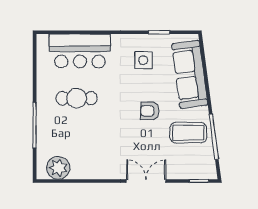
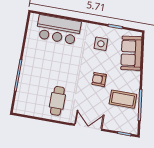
sofa: (190, 74) -> (131, 53), width x0.73
cafe table: (77, 98) -> (57, 101), moved, turned 90
plant: (58, 168) -> (29, 107), removed

